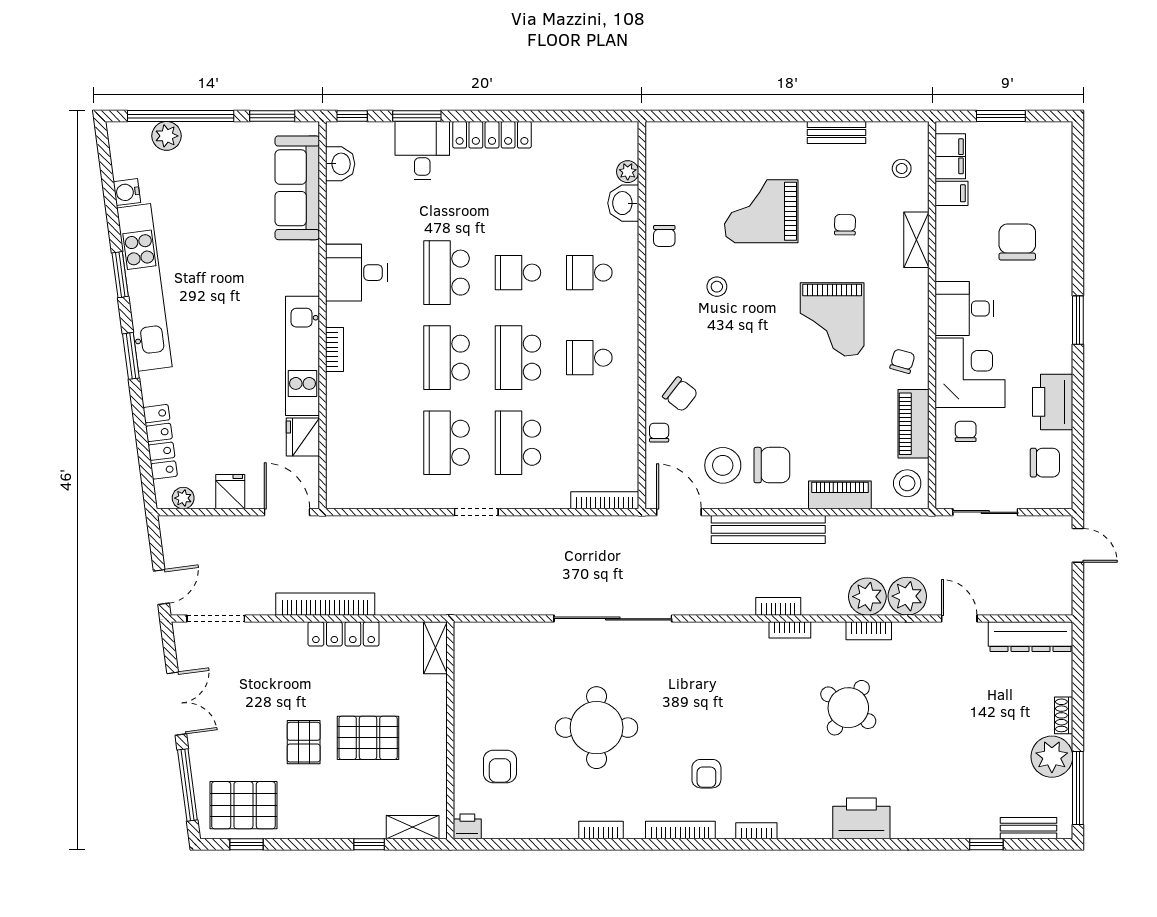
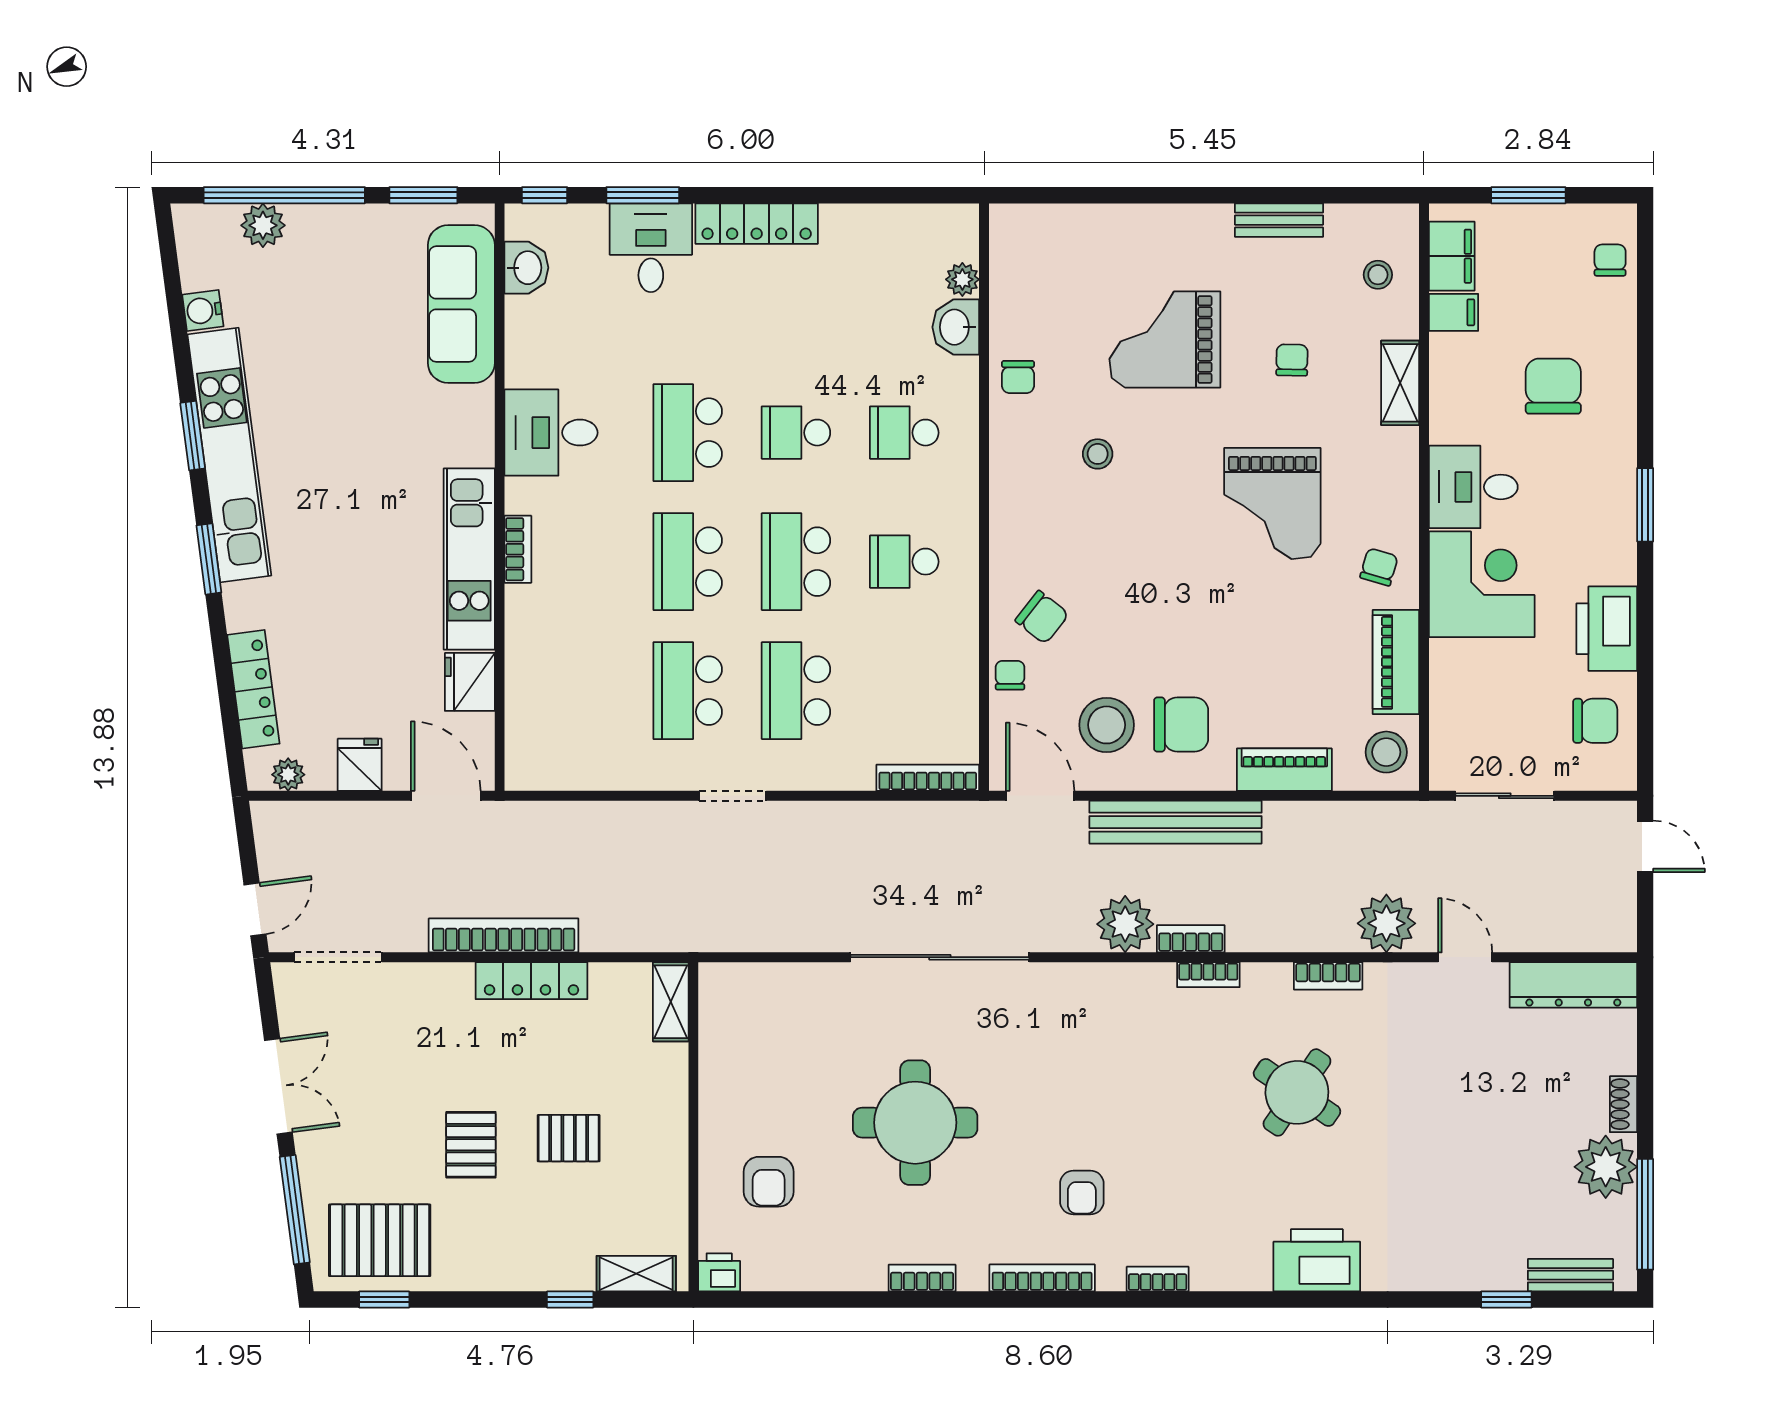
chair: (966, 431) -> (1610, 260), moved
plant: (867, 597) -> (1125, 924), moved
pallet: (368, 738) -> (569, 1138), width x0.67, depth x0.71

